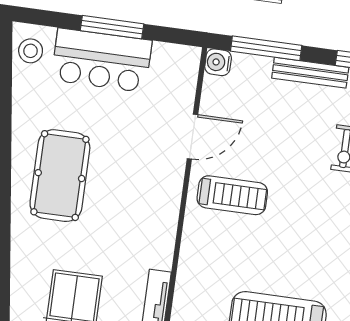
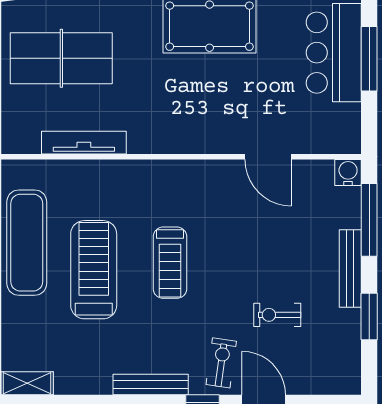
treadmill: (232, 195) -> (170, 263), moved

